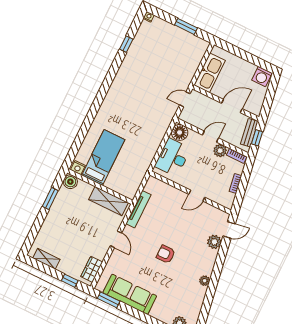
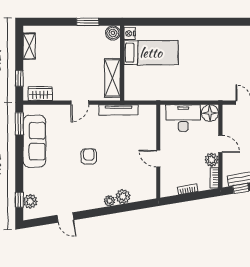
door: (229, 230) -> (65, 217), moved
plant: (205, 281) -> (110, 201), moved

